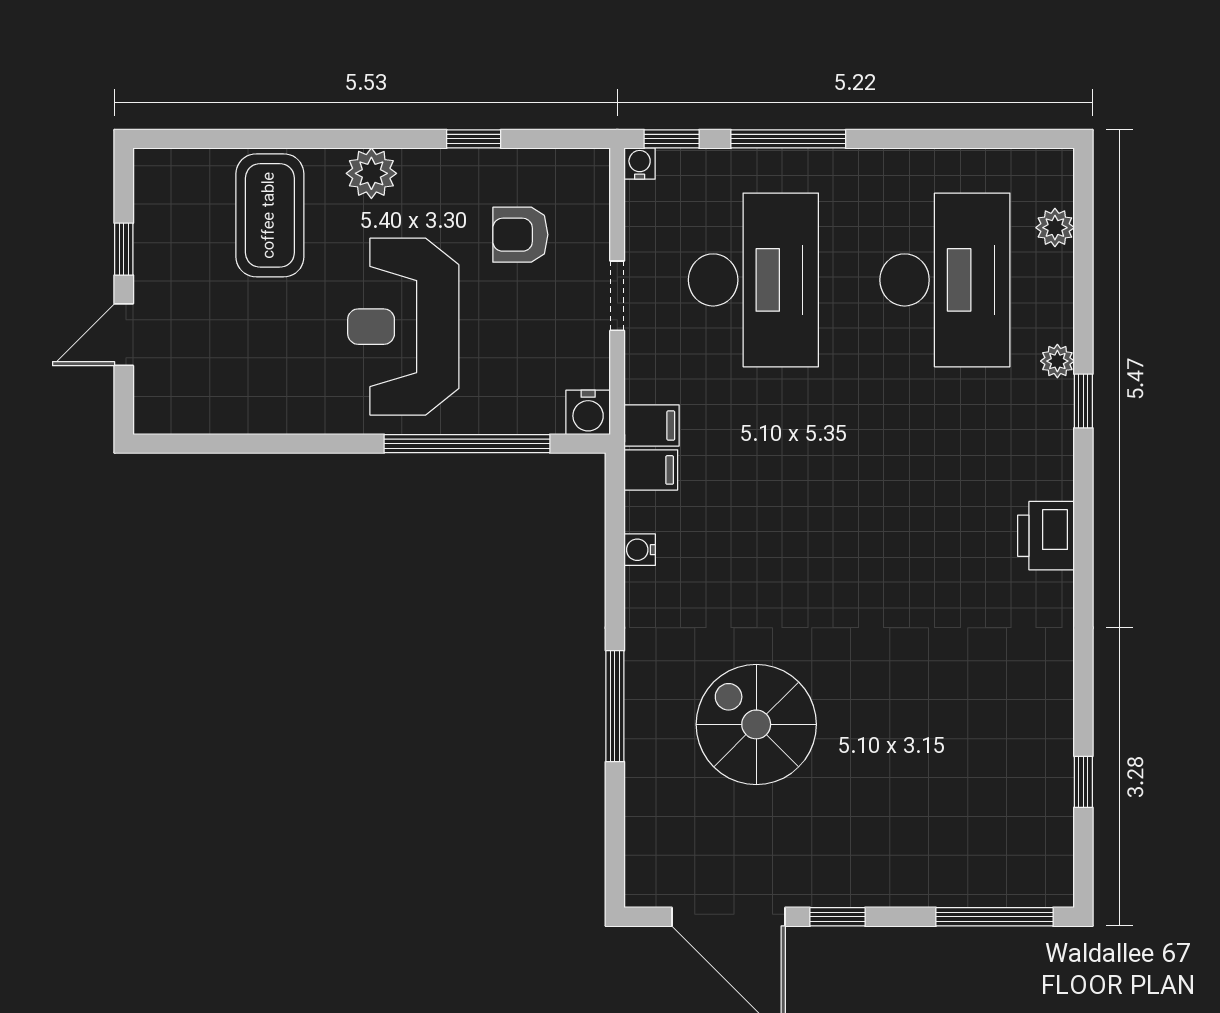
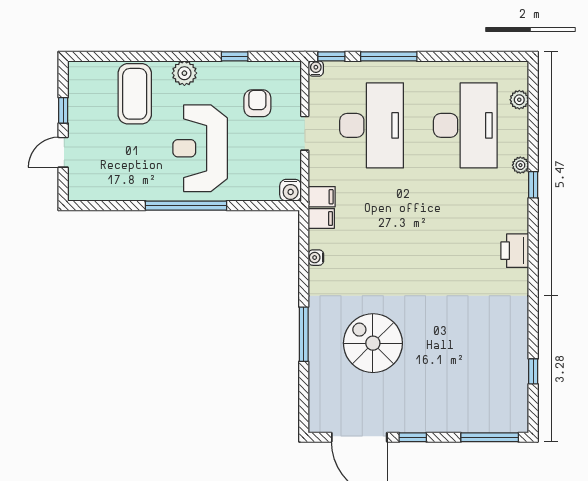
armchair: (520, 235) -> (257, 103), turned 90
window: (467, 444) -> (186, 206), moved

